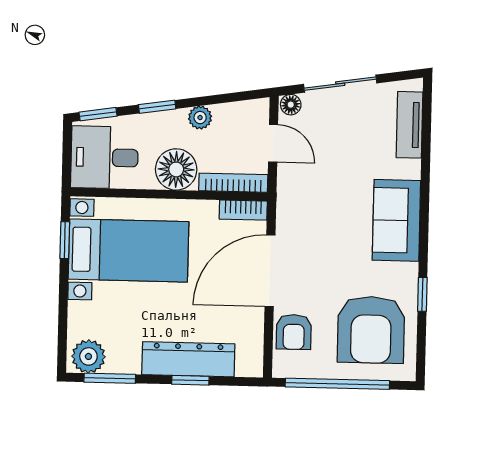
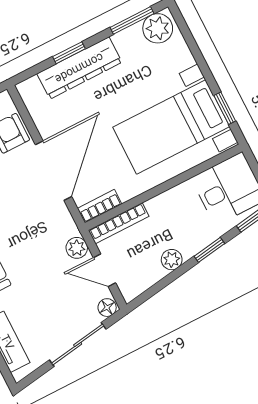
floor lamp: (176, 169) -> (168, 209), removed
plant: (289, 181) -> (77, 248), added

